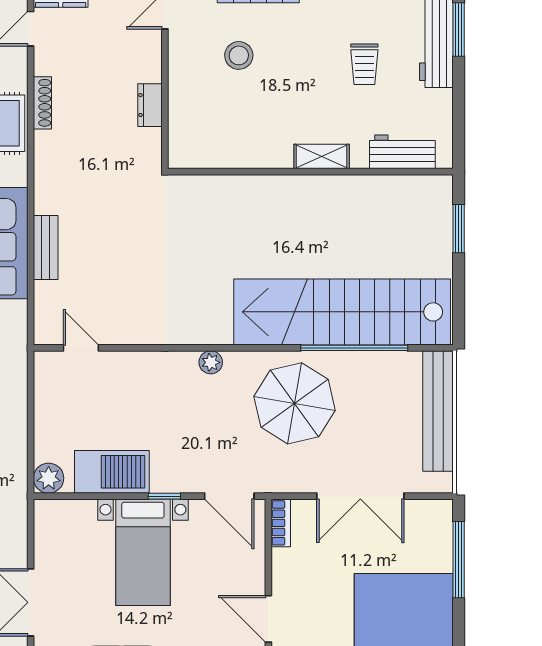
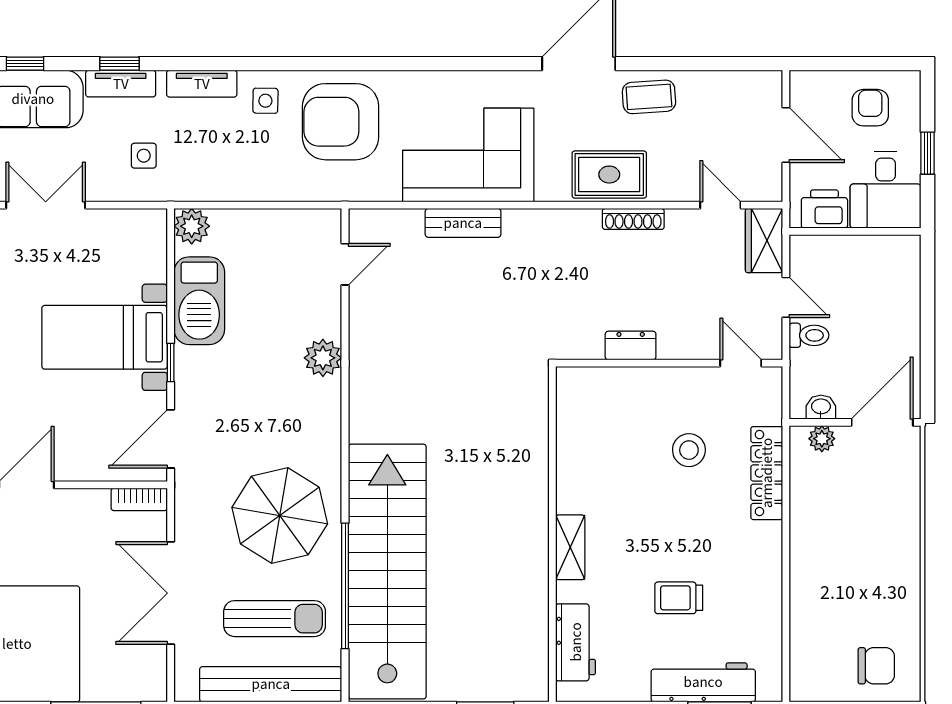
plant: (211, 362) -> (323, 358), moved, width x1.38, depth x1.38
sun lounger: (382, 408) -> (275, 619), added

